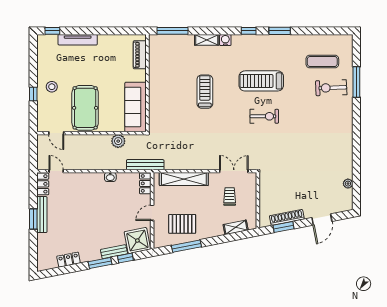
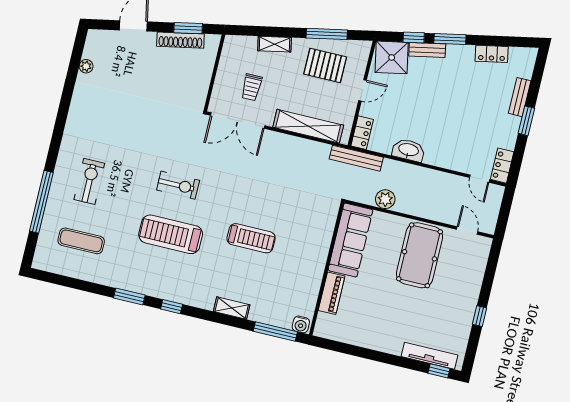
tv unit: (78, 40) -> (429, 356), moved
water cooler: (225, 40) -> (301, 324), moved
piano: (140, 55) -> (332, 293), moved
treadmill: (261, 81) -> (171, 234), turned 180
window: (356, 82) -> (41, 202), width x1.46
stool: (52, 87) -> (458, 295), removed
exercise bike: (331, 88) -> (89, 181), moved, turned -88
treadmill: (205, 92) -> (251, 238), turned -90
window: (33, 94) -> (479, 316), moved
exercise bike: (264, 116) -> (178, 185), turned 180
double door: (234, 171) -> (238, 121), width x1.37
washbasin: (110, 177) -> (408, 150), width x1.91, depth x1.45
bench: (42, 215) -> (520, 97), moved, width x0.73
shelving: (236, 227) -> (275, 44), moved

